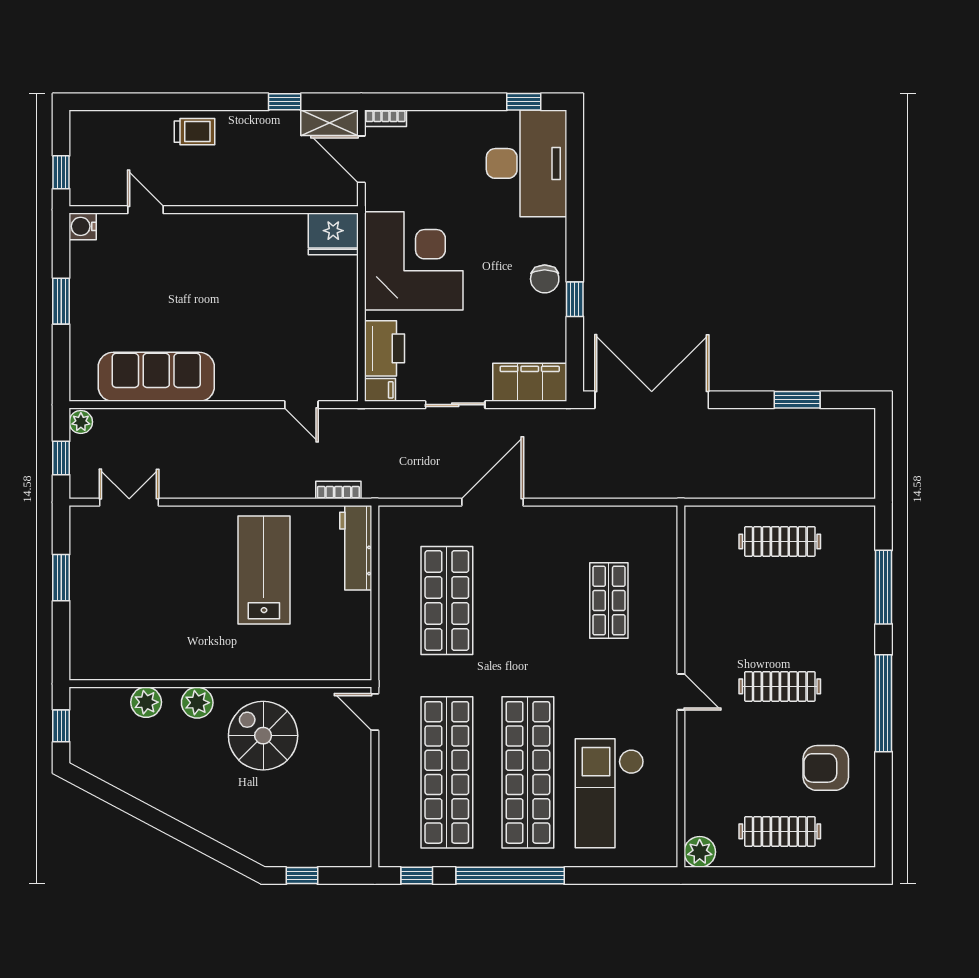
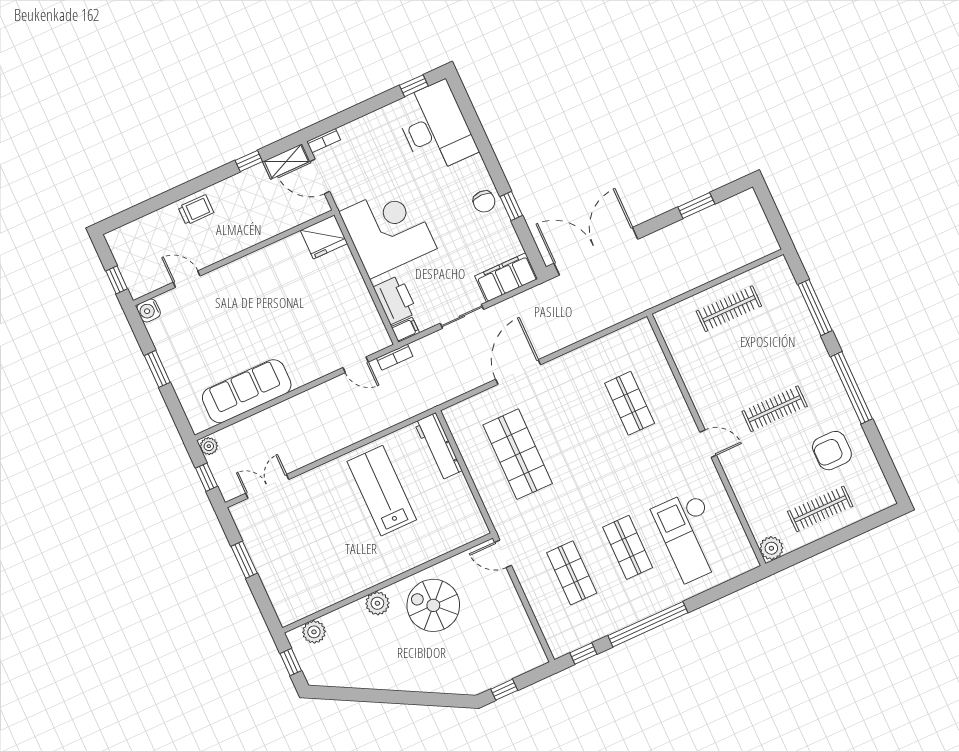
bookcase: (338, 490) -> (395, 357), moved, turned 180
plant: (146, 702) -> (314, 632), moved
shop shelf: (447, 772) -> (572, 573), width x0.50, depth x0.74
shop shelf: (528, 772) -> (628, 547), width x0.50, depth x0.74

